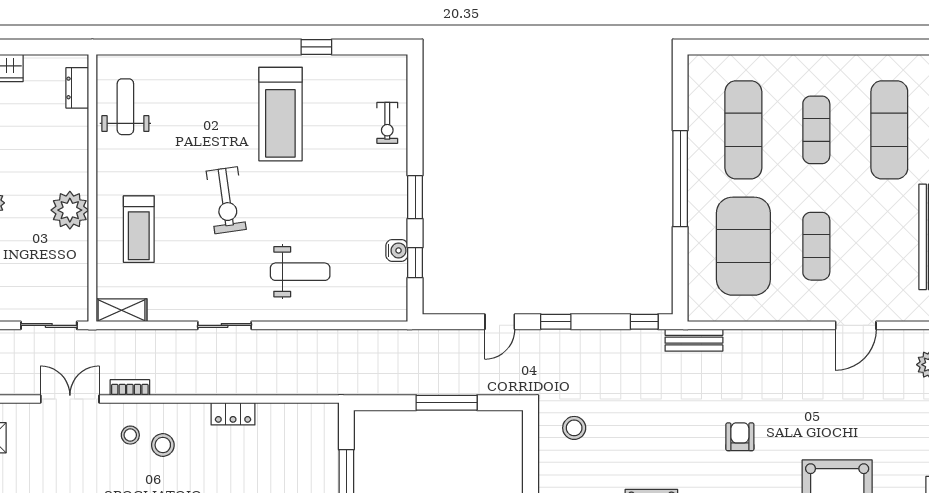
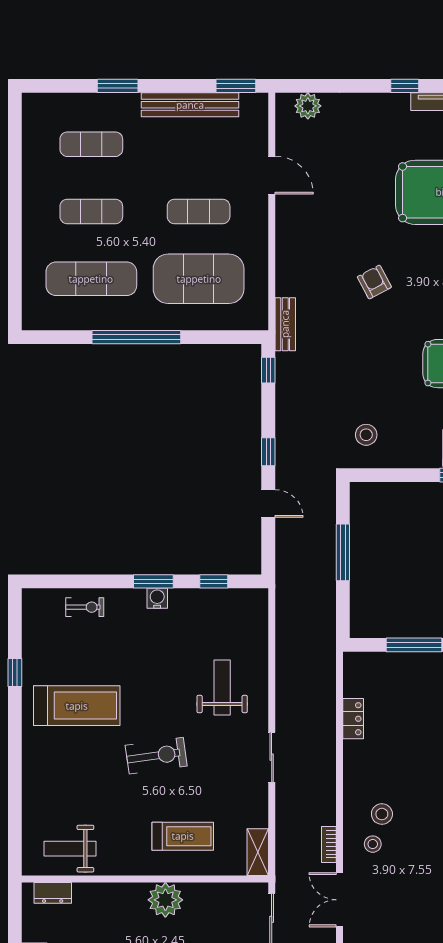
exercise mat: (889, 130) -> (91, 144), width x0.73, depth x0.69
water cooler: (397, 250) -> (157, 598), moved
locker: (233, 414) -> (353, 719), moved
armchair: (740, 437) -> (374, 282), turned 62

